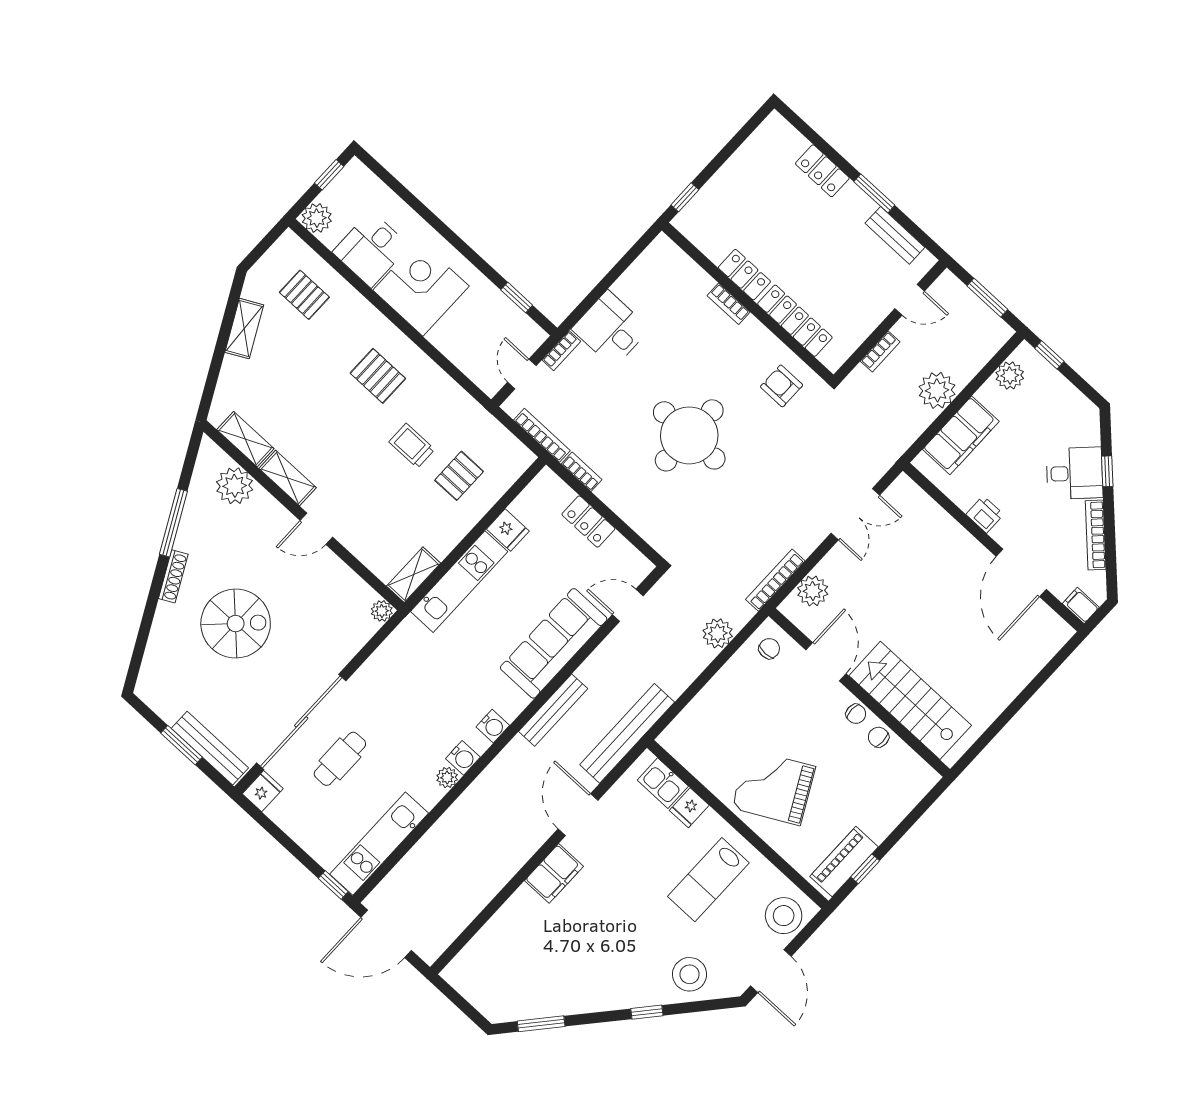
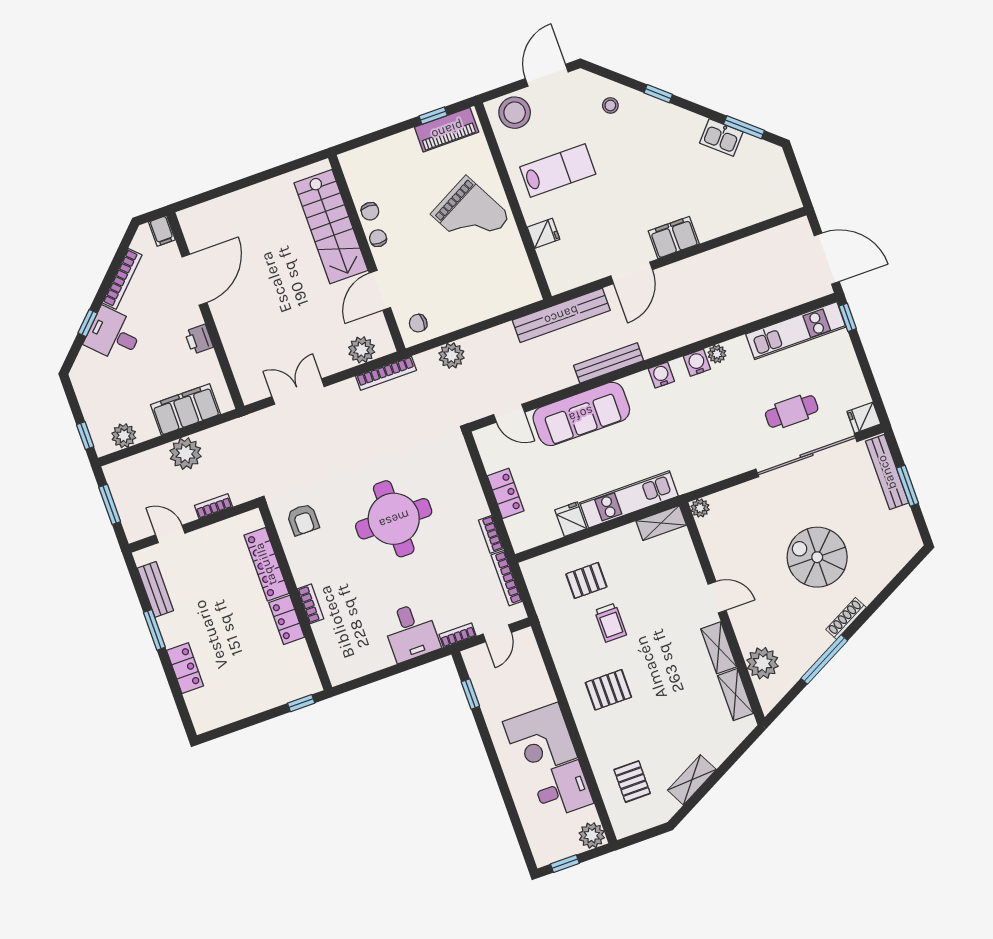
pallet: (378, 376) -> (608, 690), turned 90
kitchen sink: (663, 783) -> (721, 137), moved, turned 131
stool: (690, 974) -> (610, 105), width x0.53, depth x0.53

